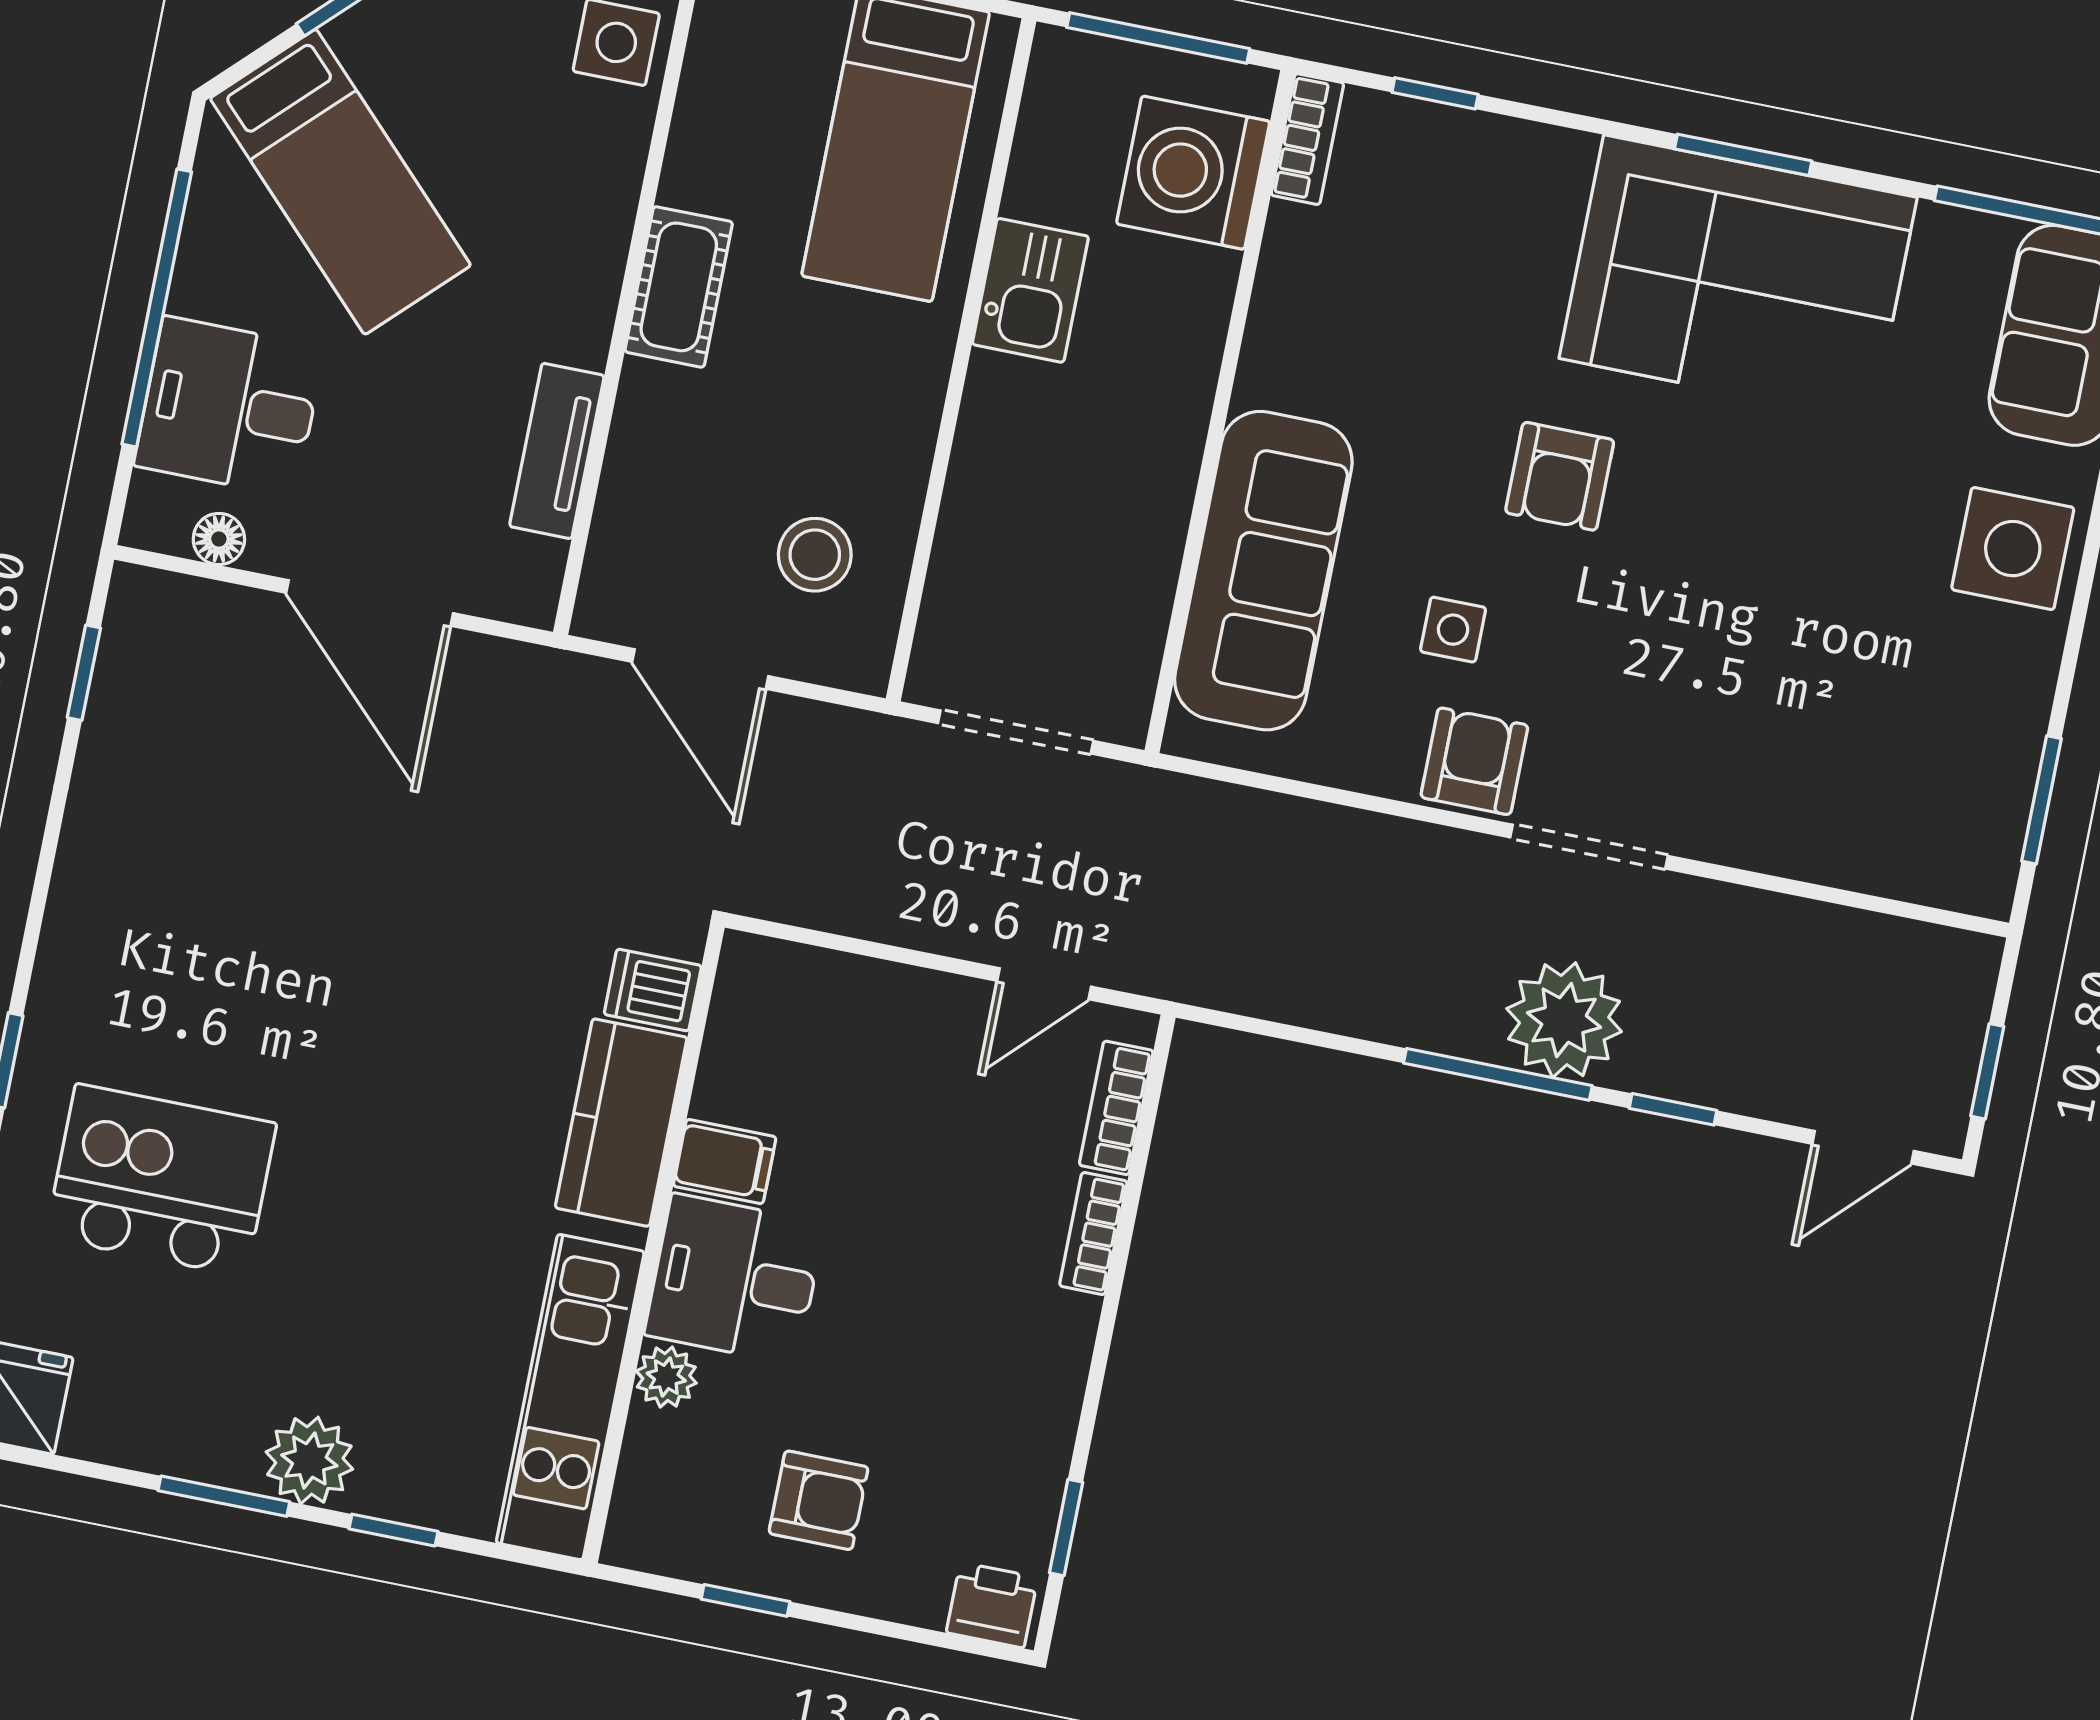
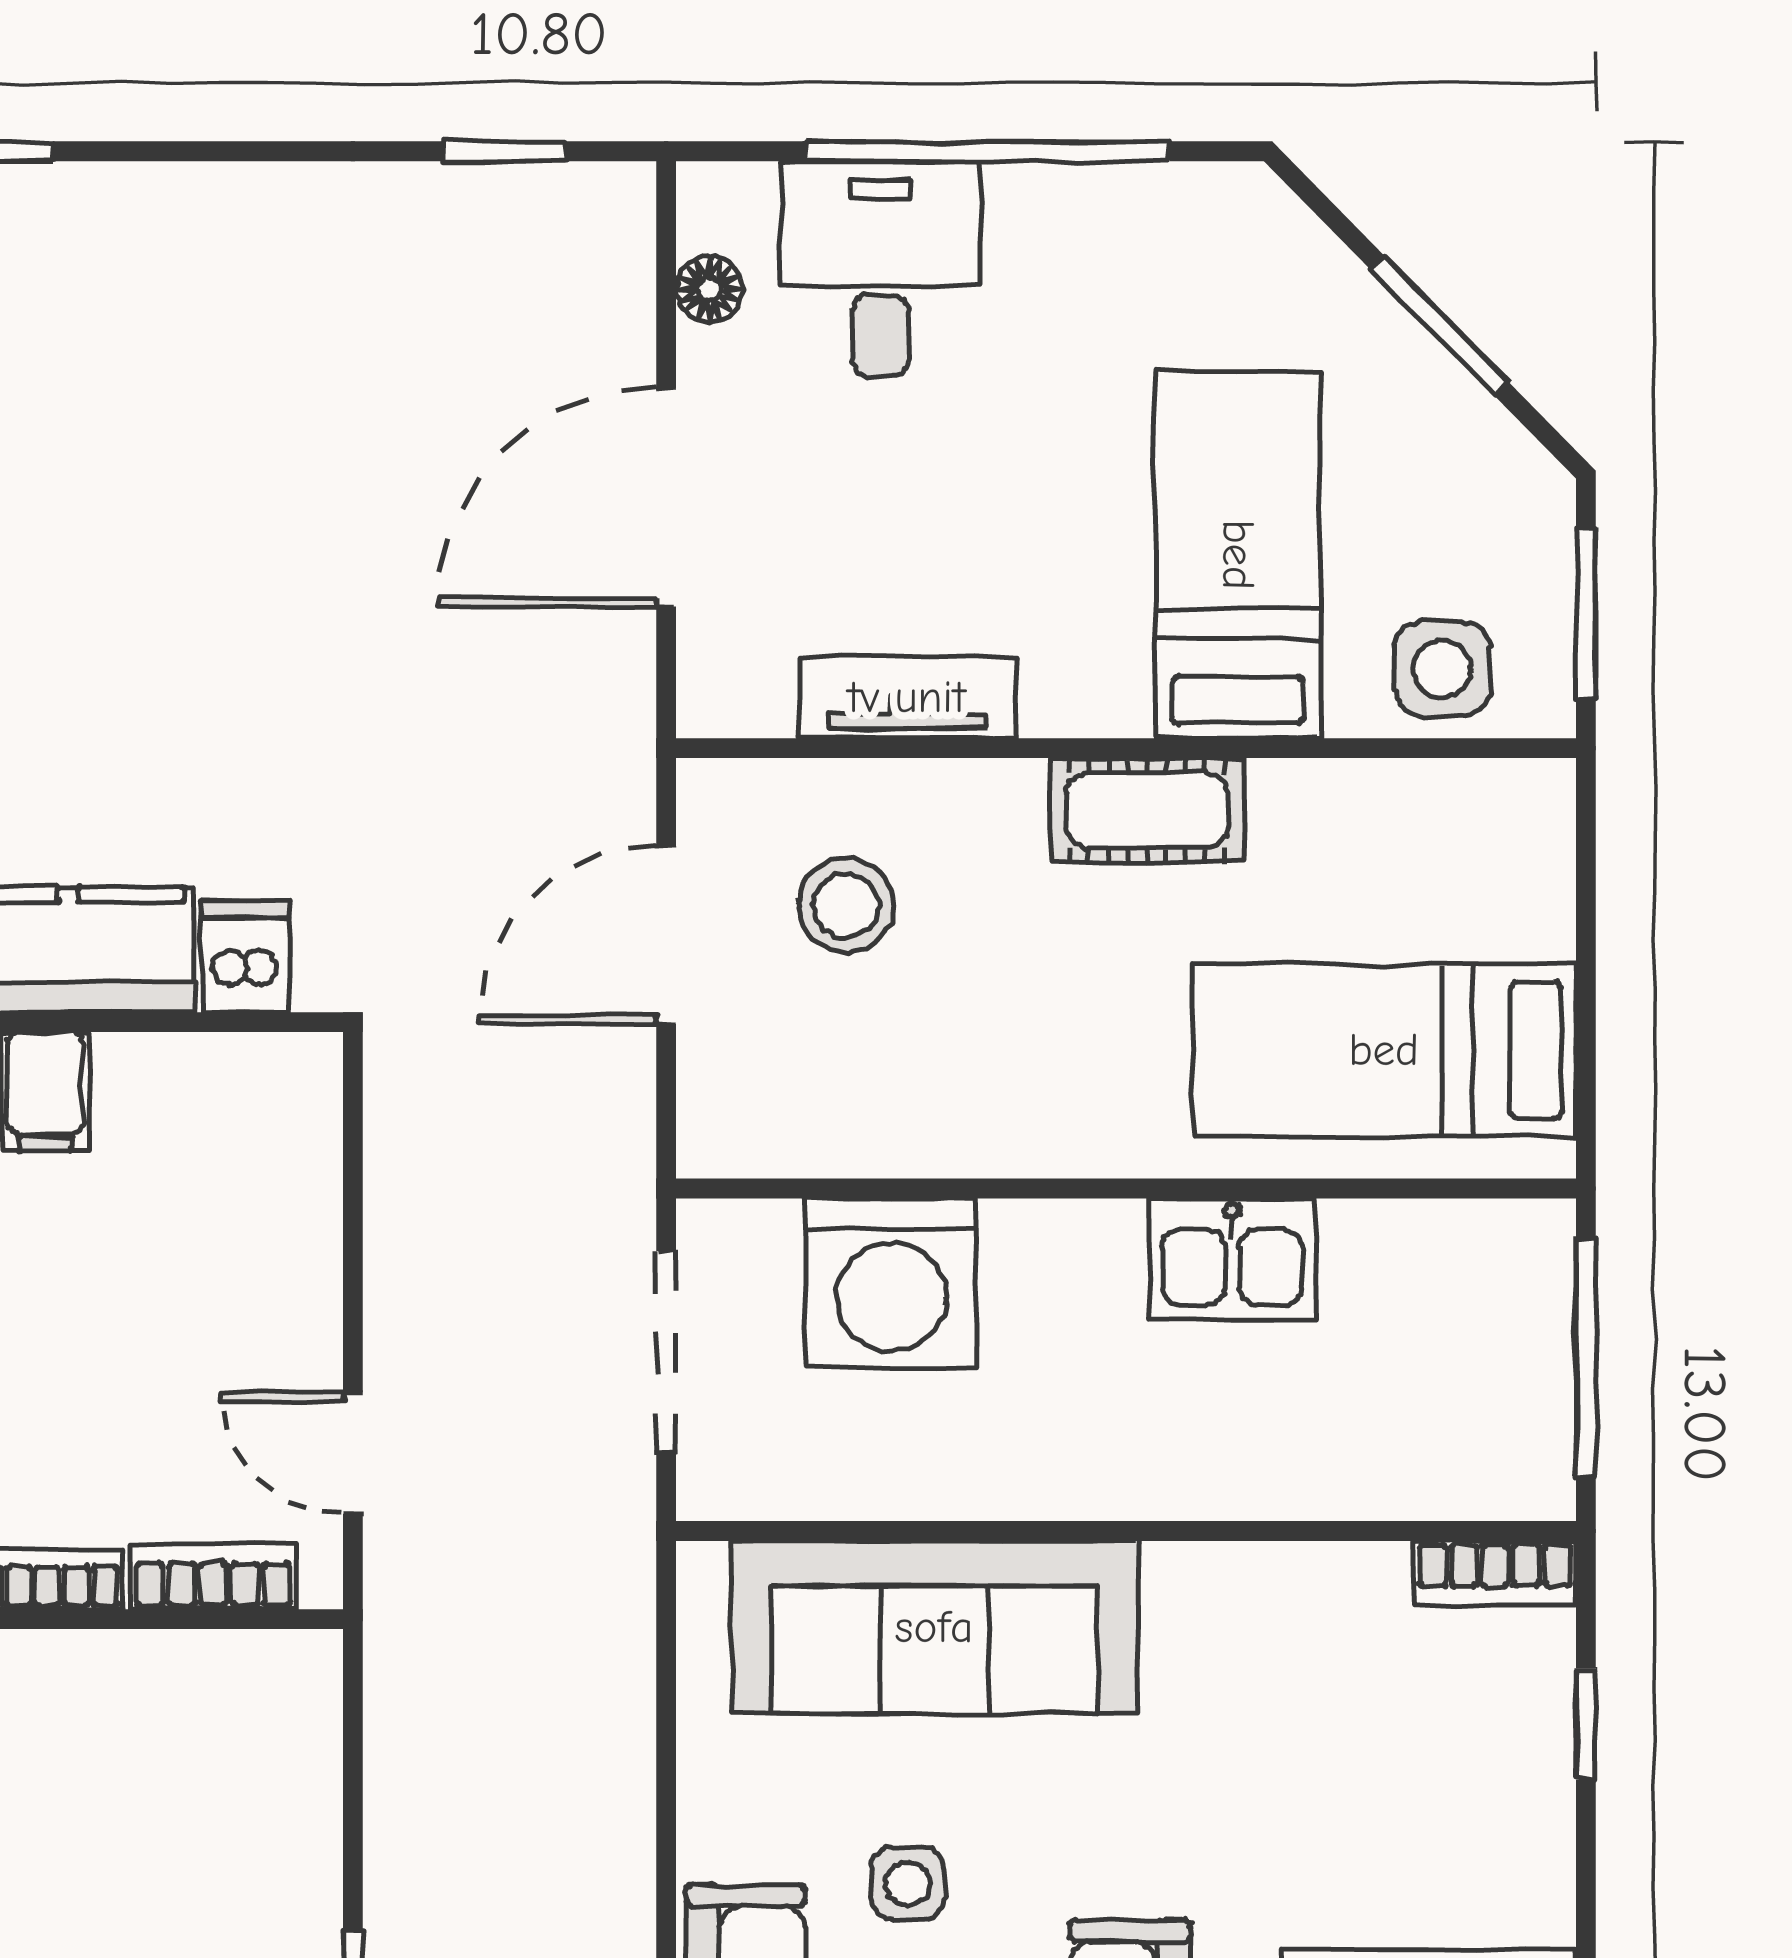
washing machine: (1193, 173) -> (891, 1283), moved, turned 180
bed: (340, 182) -> (1238, 555), moved, turned 135
stool: (815, 555) -> (846, 905), moved

